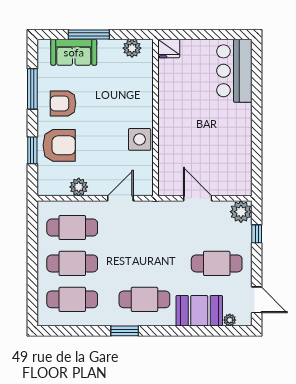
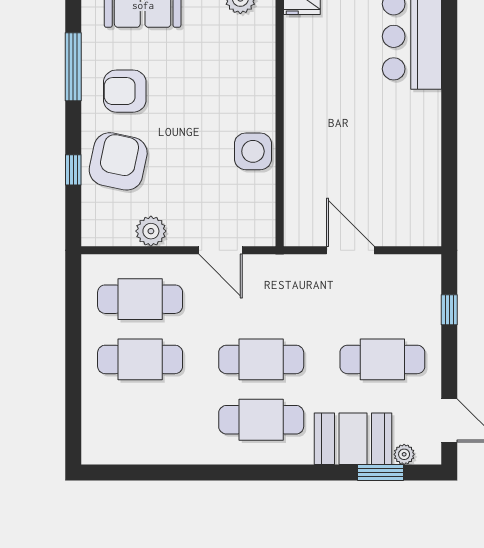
armchair: (59, 145) -> (118, 161), turned -78
window: (32, 150) -> (73, 170), width x0.67
door: (120, 198) -> (221, 250), swing flipped
plant: (241, 212) -> (423, 273), removed
cafe table: (72, 299) -> (261, 359), moved
window: (125, 331) -> (381, 473), moved

